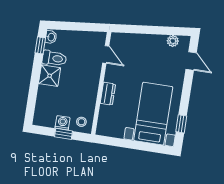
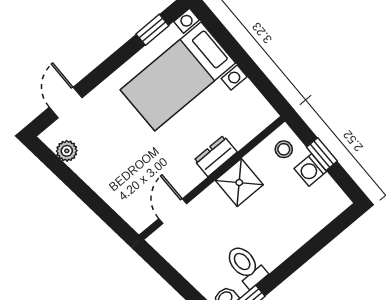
shower: (50, 76) -> (239, 182), moved

